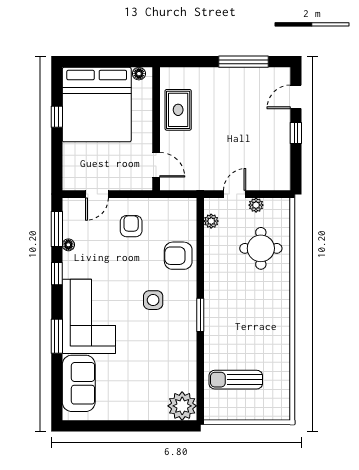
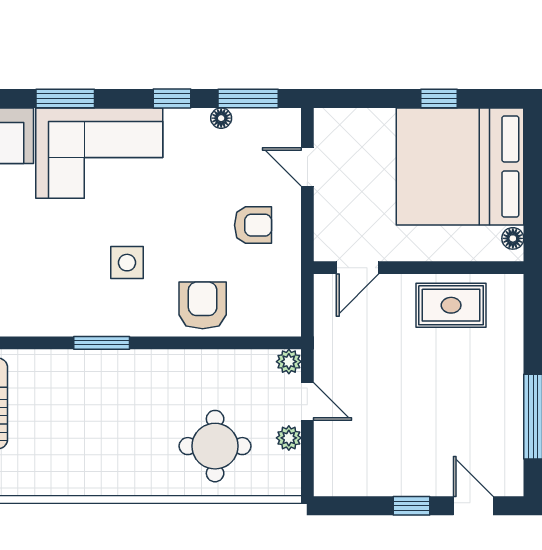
plant: (211, 221) -> (289, 362), moved

